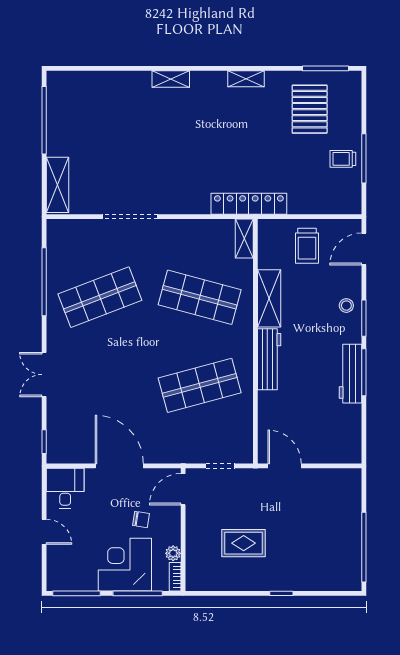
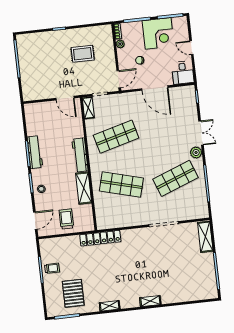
shelving: (244, 239) -> (88, 108), moved
plant: (57, 340) -> (196, 153), added
corner desk: (125, 565) -> (158, 33), moved

